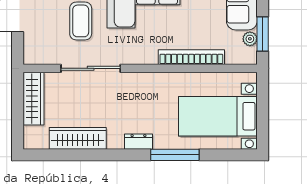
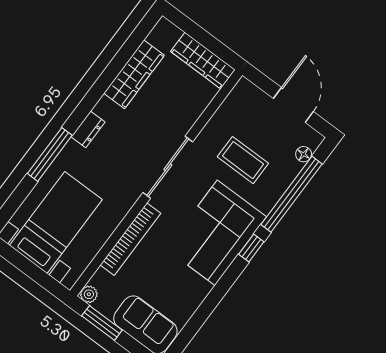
plant: (250, 39) -> (89, 294), moved
sliding door: (91, 68) -> (168, 167), moved

